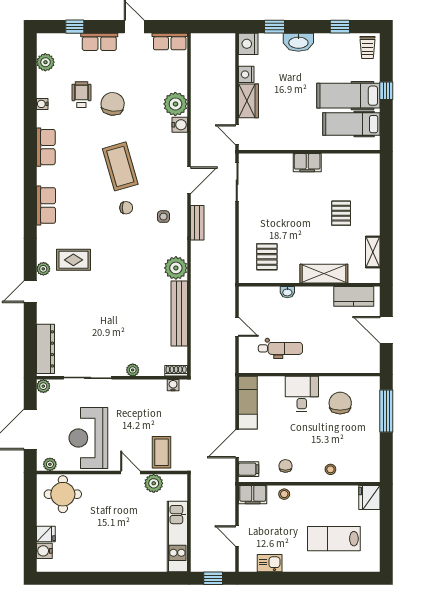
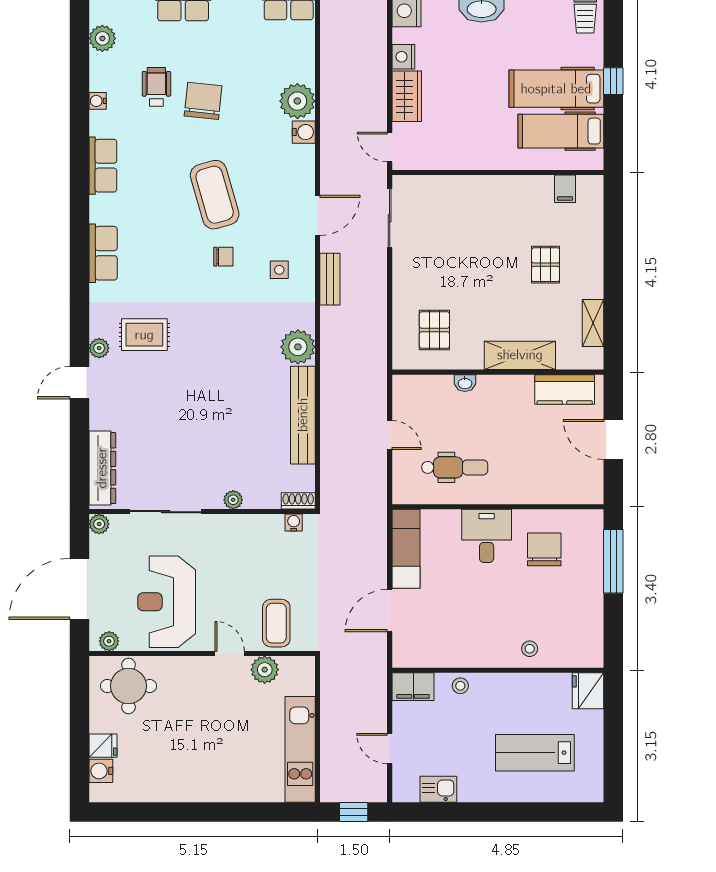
filing cabinet: (307, 163) -> (565, 189), moved, width x0.50
chair: (285, 466) -> (462, 644), removed
filing cabinet: (249, 469) -> (407, 648), removed

